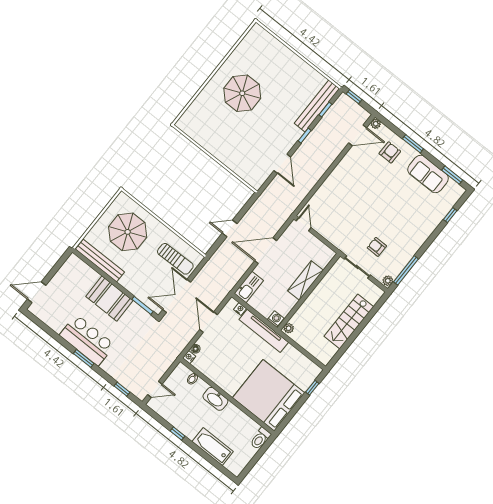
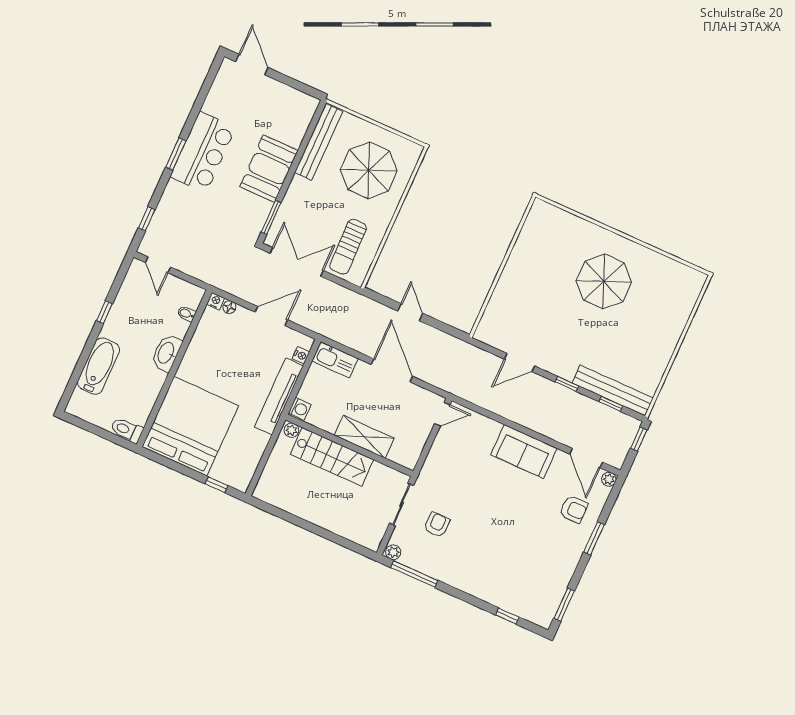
sofa: (428, 174) -> (524, 451), moved, turned -90
stairs: (349, 321) -> (332, 457), moved, turned 180

